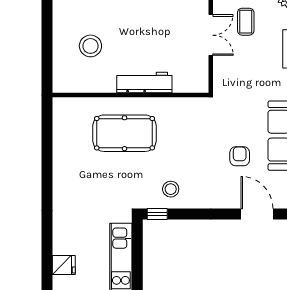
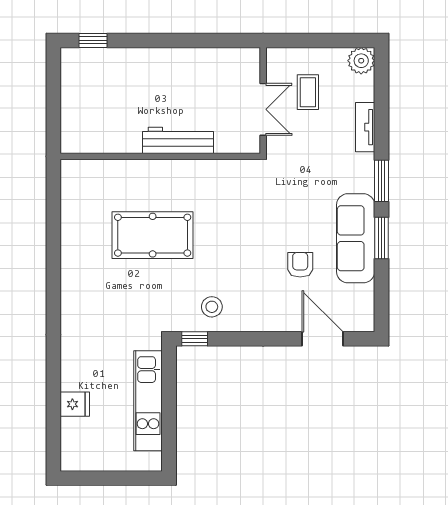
stool: (90, 46) -> (109, 123), removed
workbench: (144, 82) -> (178, 140), moved
wall: (130, 95) -> (160, 156), moved

